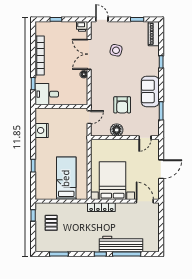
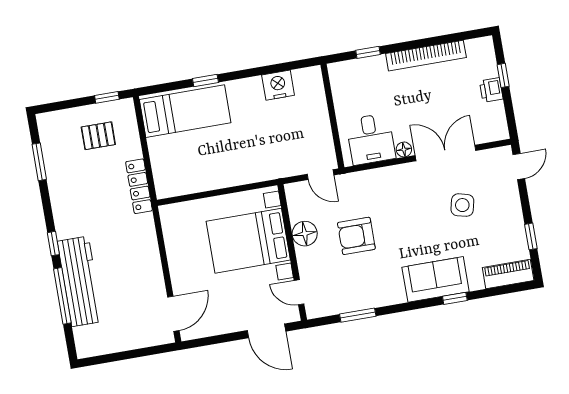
printer: (82, 26) -> (491, 90), moved
sofa: (150, 91) -> (436, 279), moved
desk: (47, 94) -> (371, 139), moved, turned 180
door: (161, 169) -> (267, 331), moved
bed: (66, 178) -> (185, 111), moved
bed with nightstands: (112, 181) -> (248, 241), moved, turned 180
locker: (101, 207) -> (139, 186), moved

